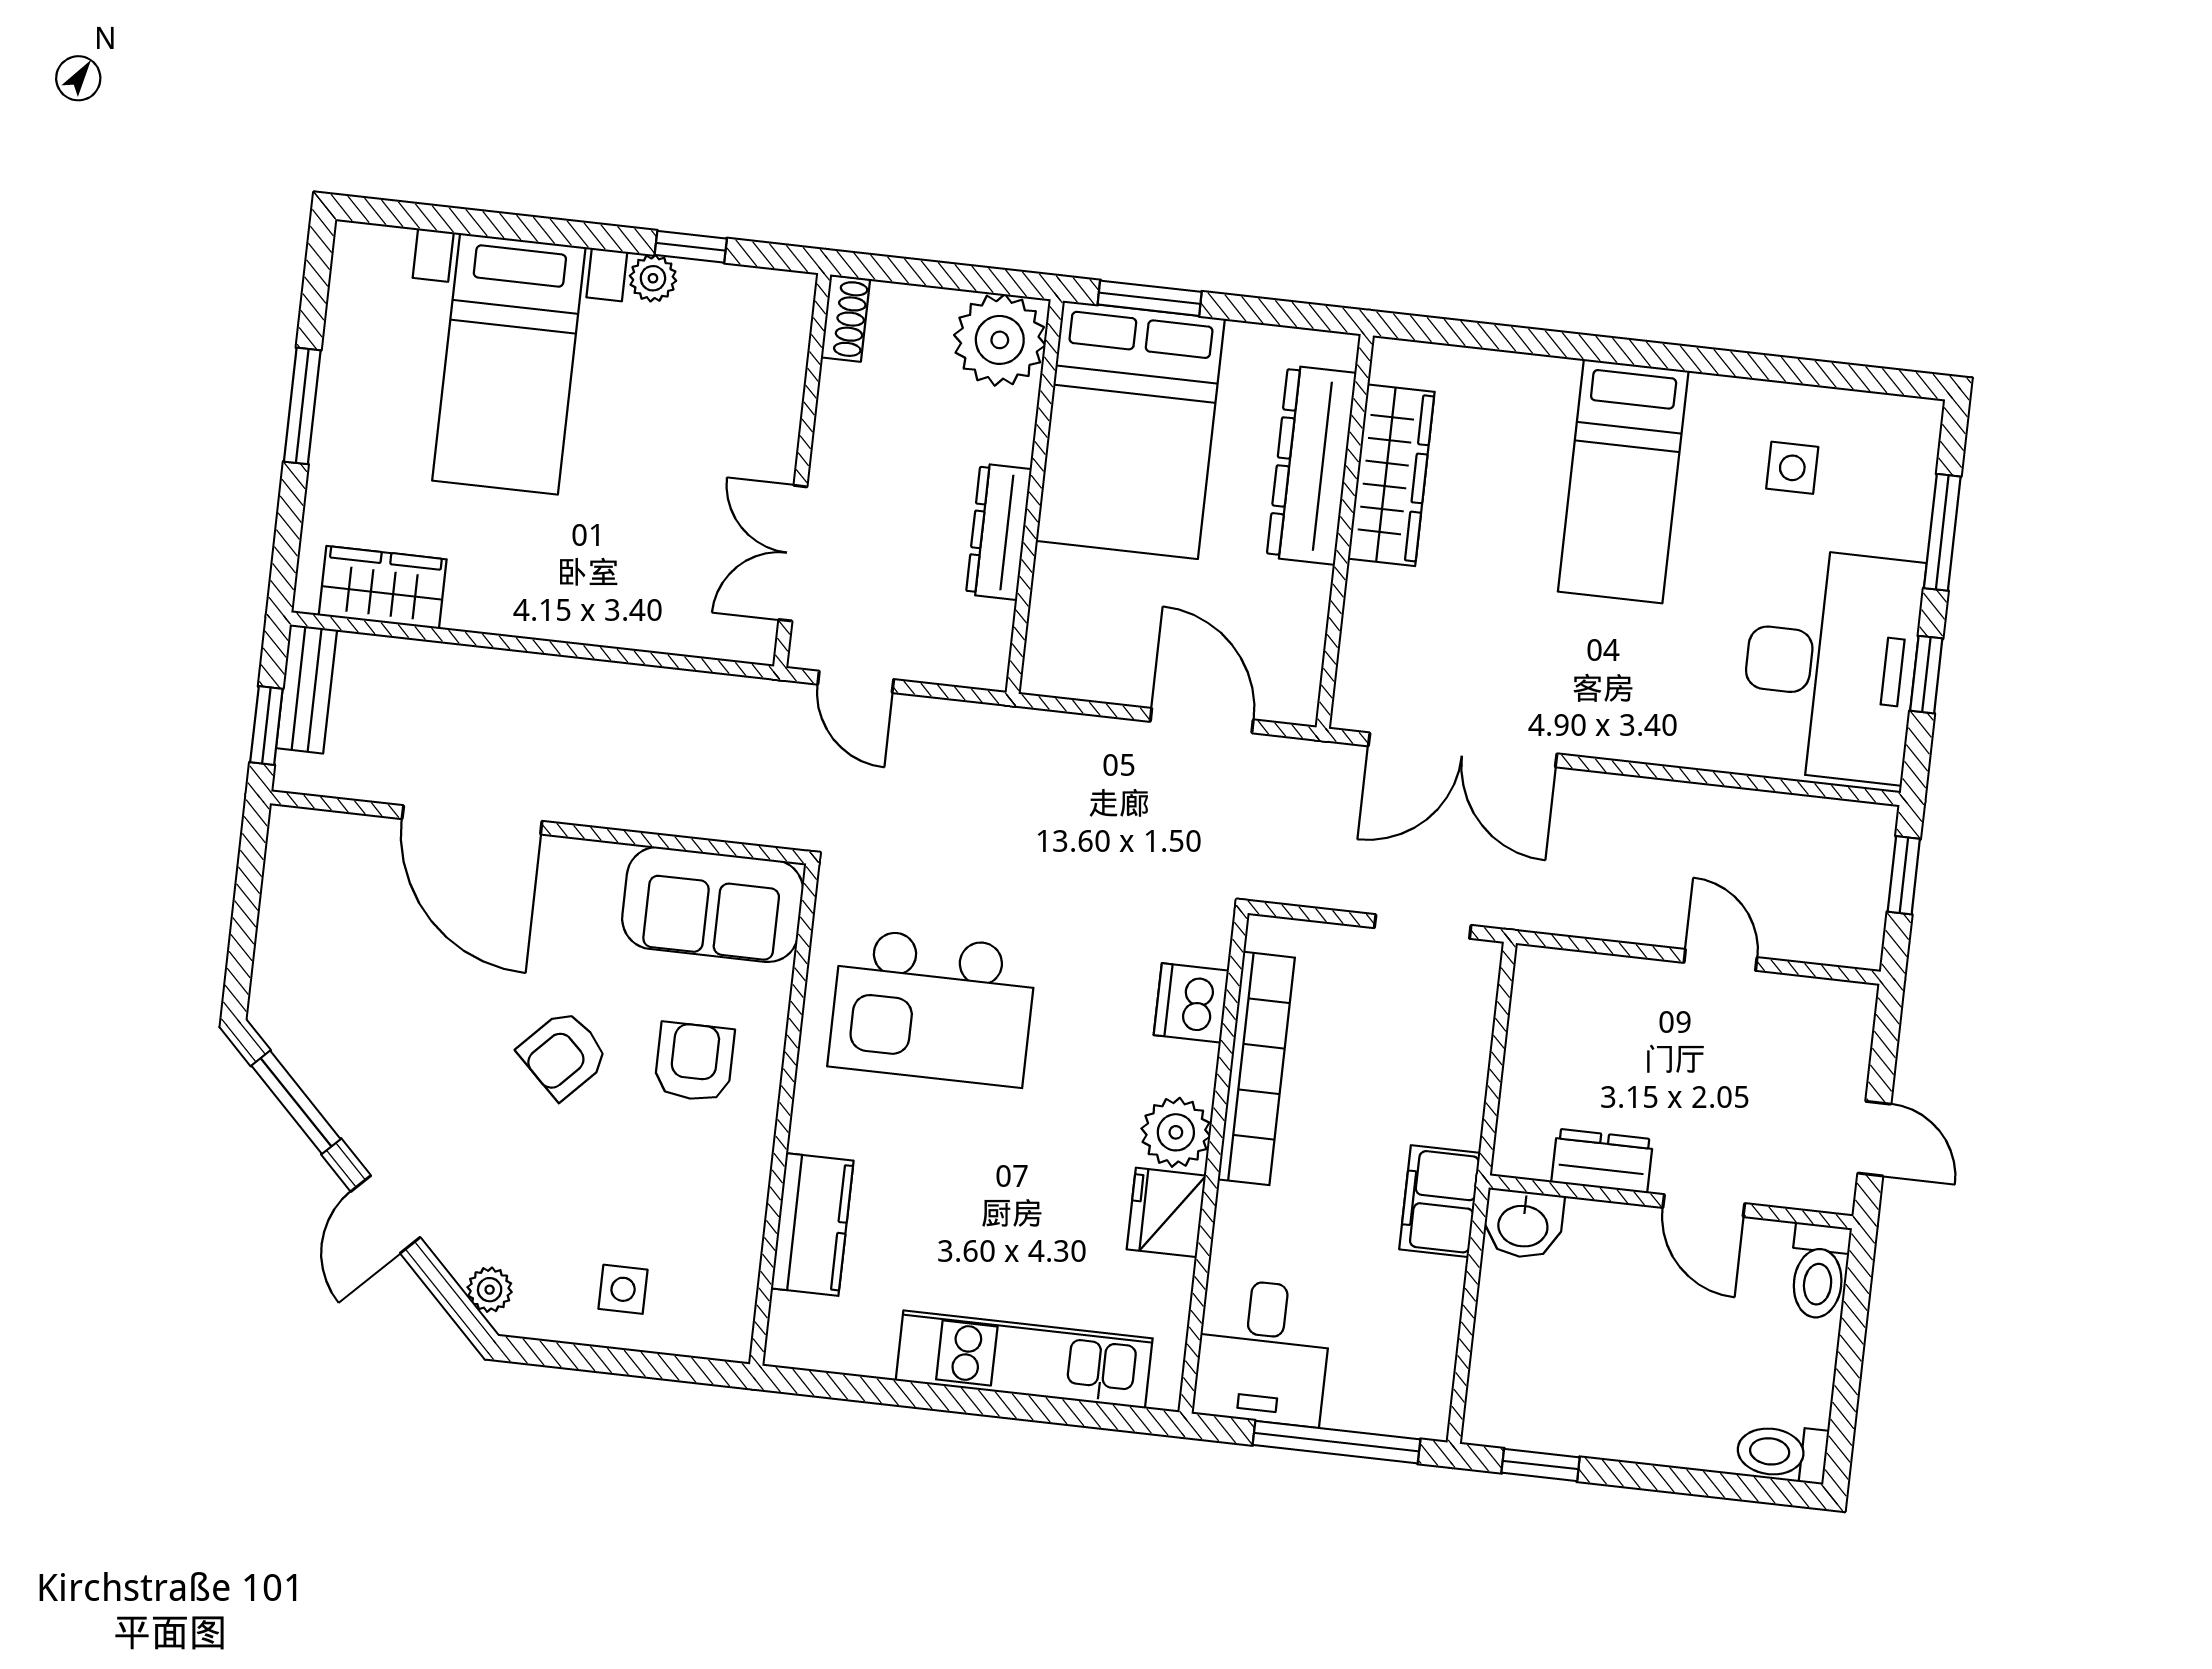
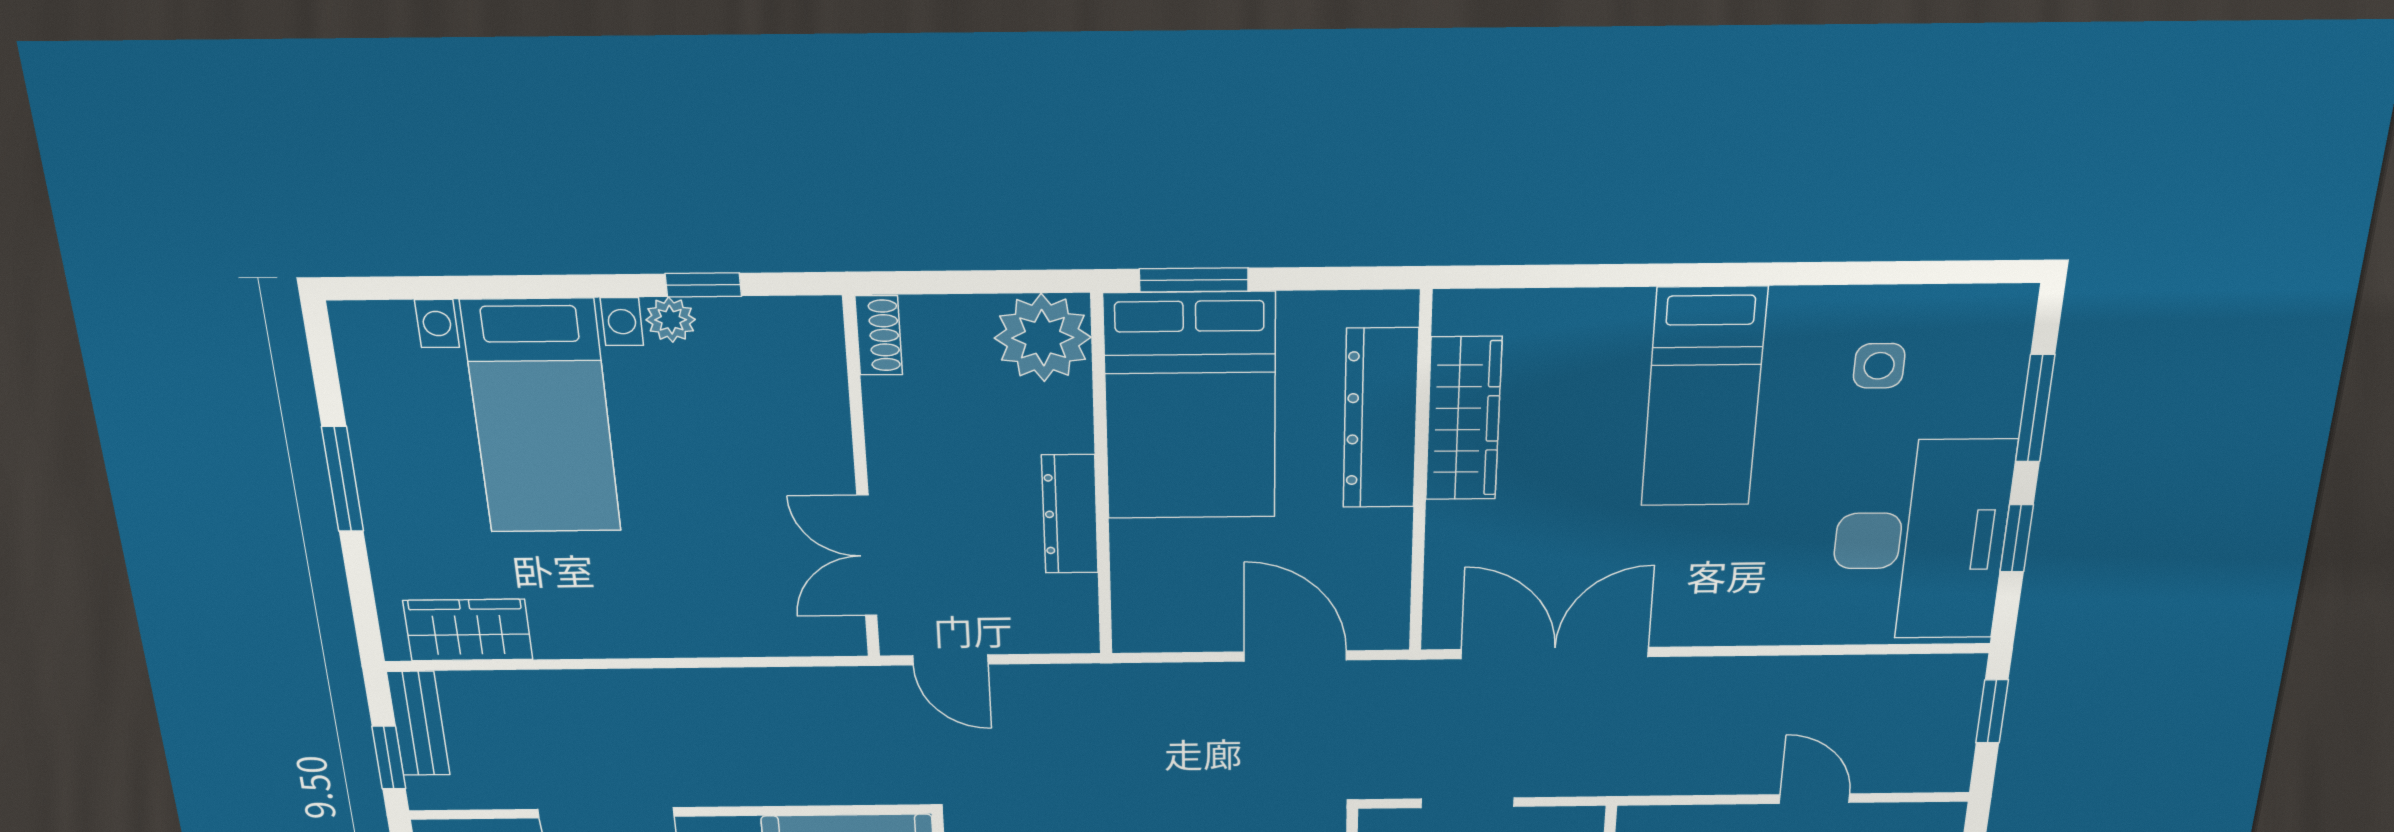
double door: (1463, 750) -> (1555, 653), swing flipped
doorway: (1423, 927) -> (1468, 803), moved

